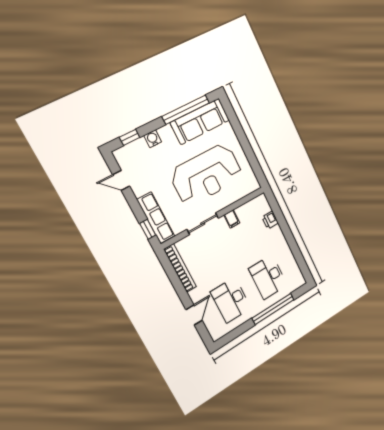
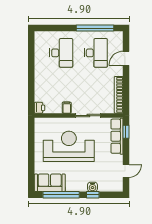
sofa: (200, 121) -> (50, 183), width x0.73
window: (130, 137) -> (93, 195), moved
door: (121, 180) -> (126, 171), hinge flipped
printer: (270, 220) -> (39, 108), moved
window: (273, 309) -> (95, 28), moved

